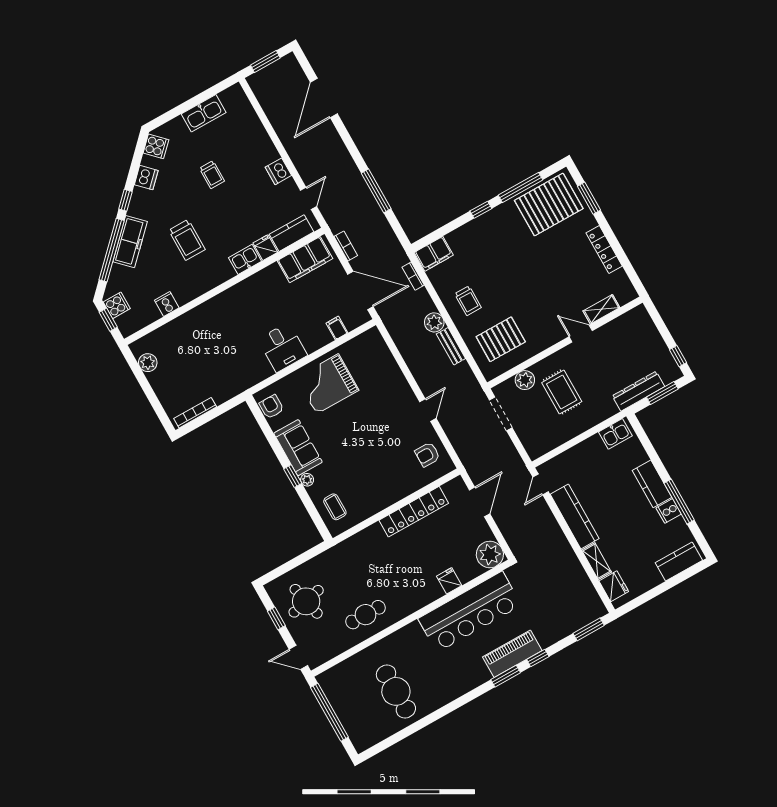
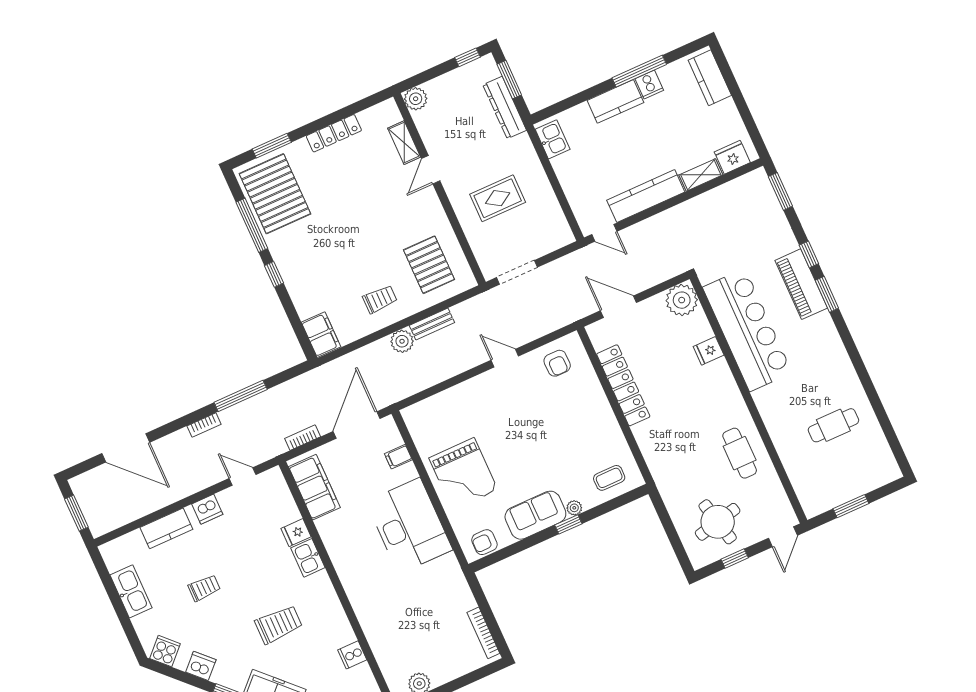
kitchen counter: (292, 233) -> (166, 528), moved, turned -90
bookcase: (413, 276) -> (204, 425), moved
desk: (283, 347) -> (409, 526), width x1.87, depth x1.30
plant: (525, 380) -> (416, 99), moved
cafe table: (396, 691) -> (833, 425), width x0.73, depth x0.74
window: (329, 712) -> (851, 506), width x0.47

